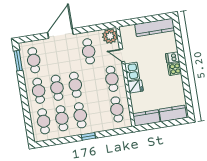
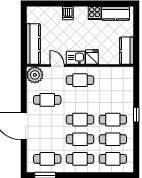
kitchen counter: (155, 27) -> (33, 44), moved
door: (122, 55) -> (57, 66), swing flipped
cooker: (174, 69) -> (95, 13), moved
cafe table: (117, 109) -> (113, 80), removed
kitchen counter: (173, 113) -> (116, 13), moved, turned -90

